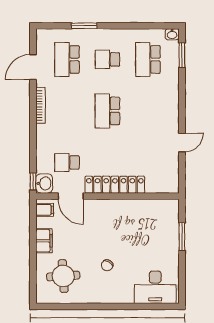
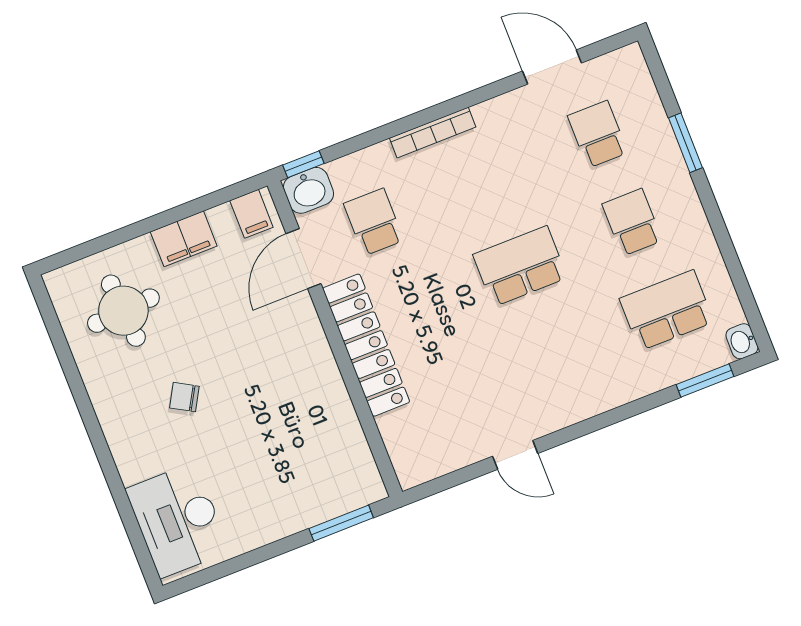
school desk: (67, 59) -> (598, 134), width x0.54
bookcase: (40, 105) -> (433, 132), moved
window: (182, 237) -> (341, 523), moved

